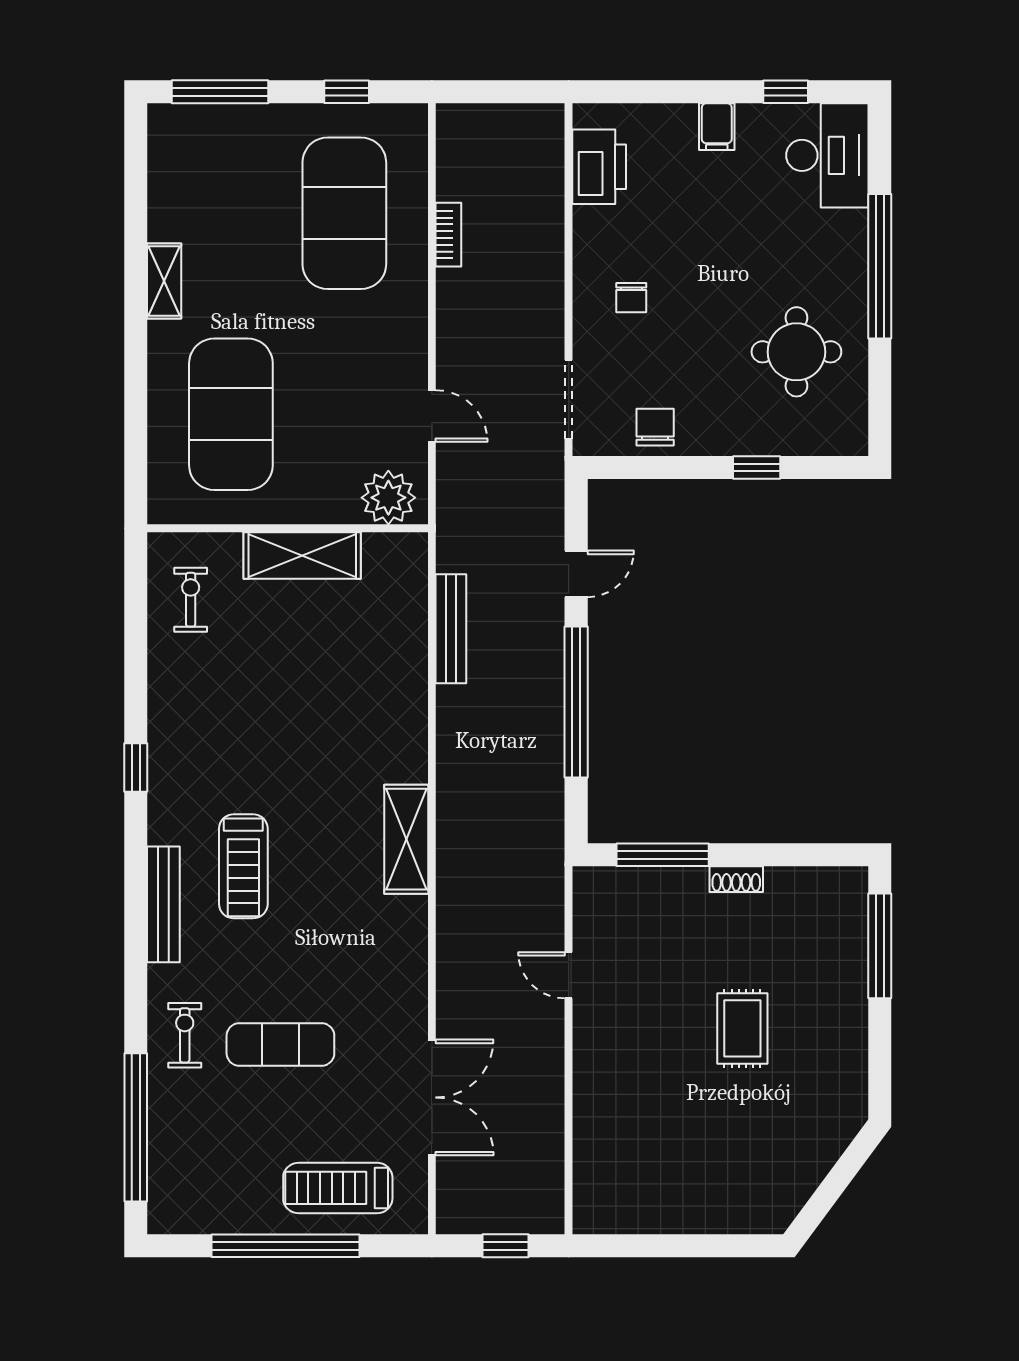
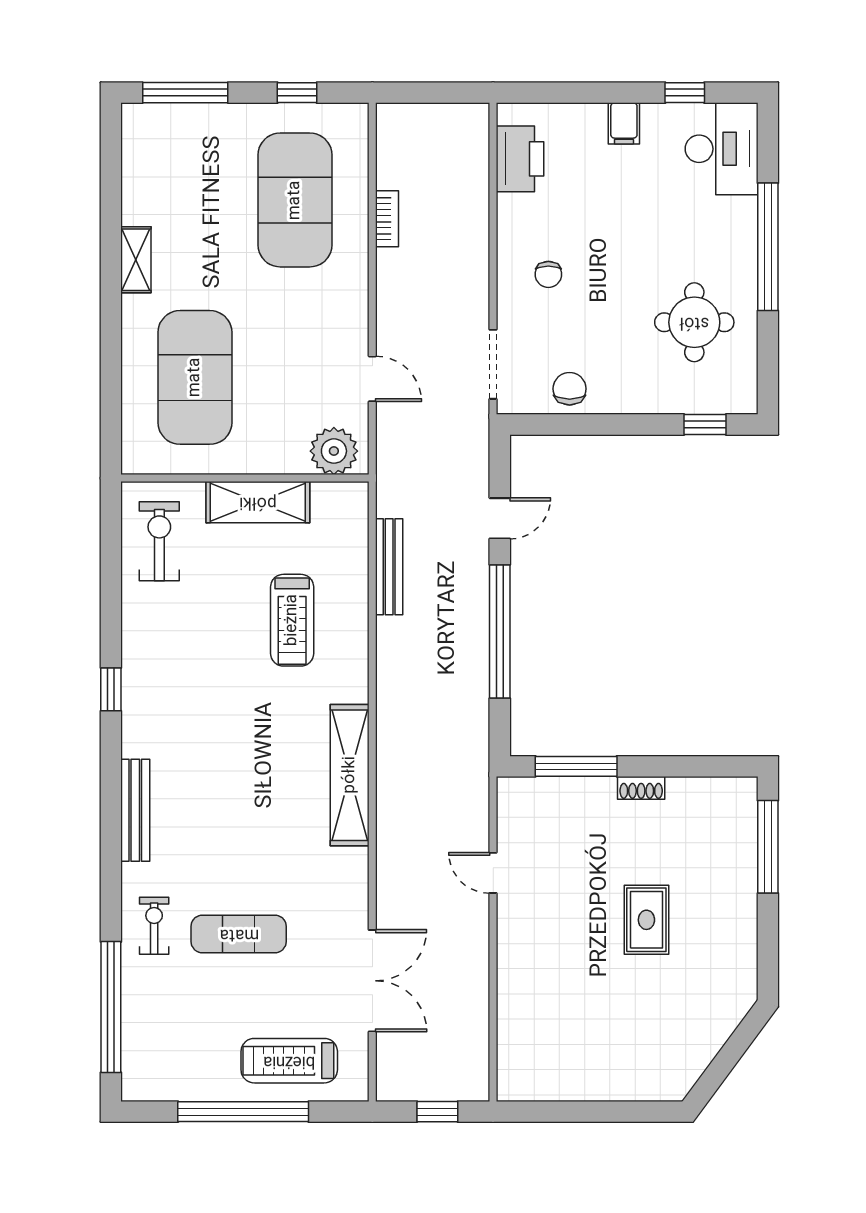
window: (757, 468) -> (705, 424), moved
exercise bike: (191, 600) -> (159, 541), width x1.38, depth x1.39
shelving: (406, 839) -> (350, 775), width x1.47
treadmill: (243, 866) -> (292, 620), moved

